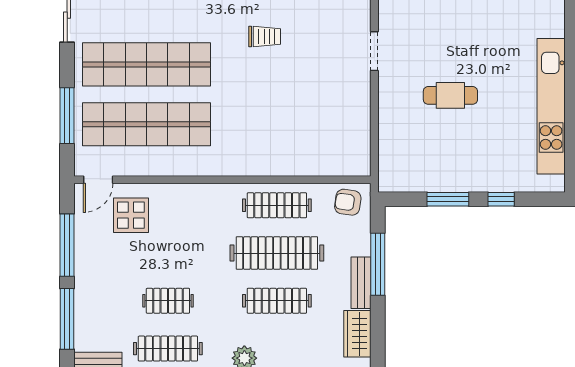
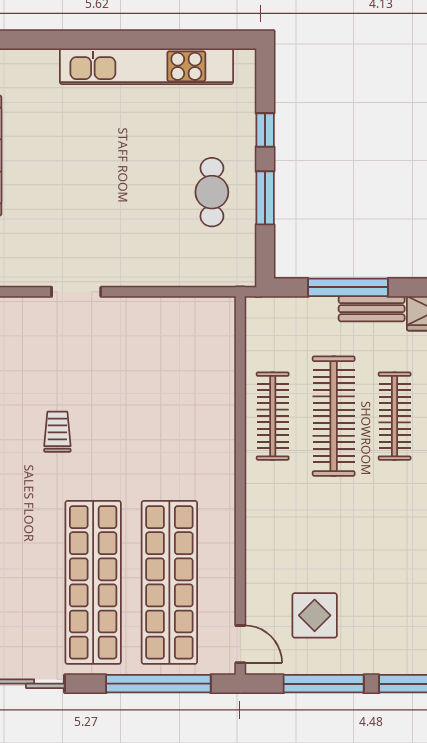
cafe table: (450, 95) -> (212, 192), moved
window: (67, 116) -> (158, 684), width x1.46
armchair: (348, 202) -> (269, 326), removed
display table: (131, 215) -> (315, 615), moved
clothes rail: (168, 301) -> (395, 555), removed

